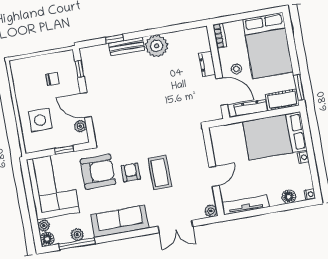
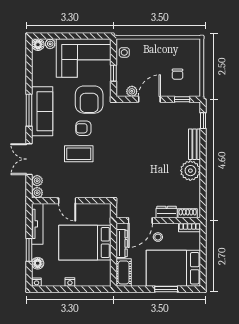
window: (114, 39) -> (203, 121), moved
shoe rack: (204, 41) -> (188, 213), added
window: (299, 88) -> (166, 289), moved
side table: (40, 120) -> (124, 52), moved, width x0.54, depth x0.54
bed: (275, 136) -> (85, 243), moved, turned -90
armchair: (131, 172) -> (83, 128), turned 180
window: (276, 209) -> (29, 250), added
plant: (77, 235) -> (37, 181), moved
window: (77, 244) -> (29, 110), moved

